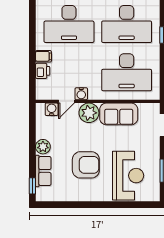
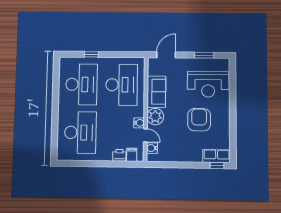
filing cabinet: (43, 56) -> (132, 155), moved
plant: (43, 147) -> (184, 156), removed
row of seats: (43, 171) -> (217, 156), moved
reception desk: (128, 176) -> (208, 84), turned 180

